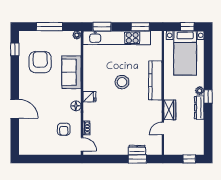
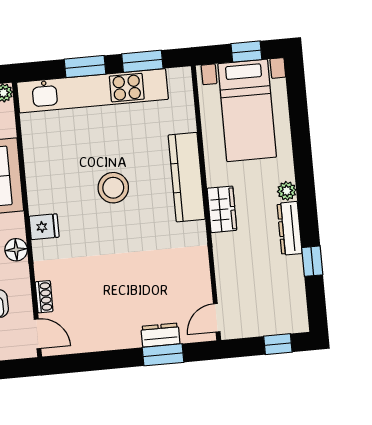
window: (102, 27) -> (85, 67), moved
window: (208, 96) -> (312, 261), moved
wardrobe: (170, 110) -> (222, 209), moved
door: (163, 129) -> (217, 318), moved

